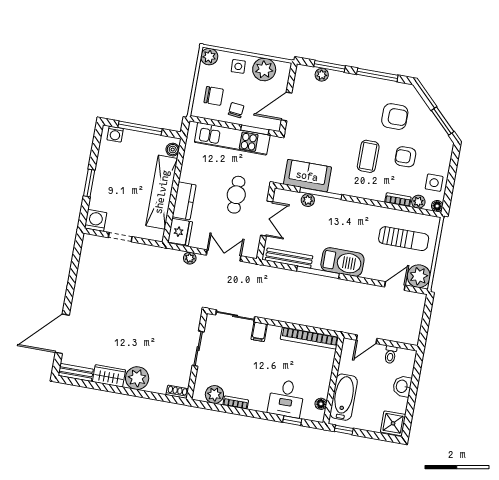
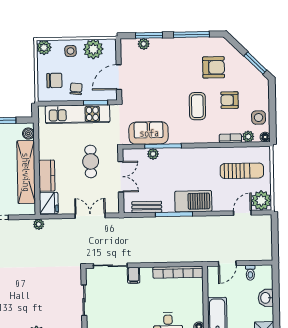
plant: (190, 258) -> (39, 224), moved
bench: (289, 258) -> (147, 207), width x0.73

